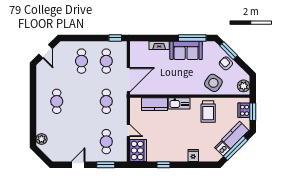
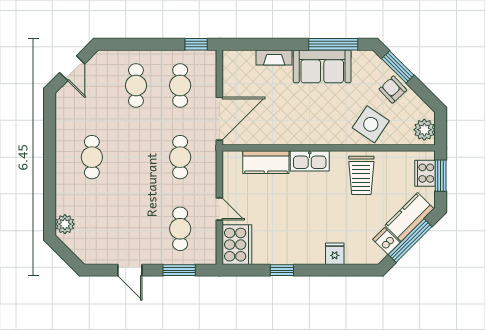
door: (78, 165) -> (130, 270), swing flipped

